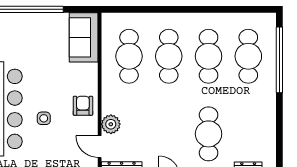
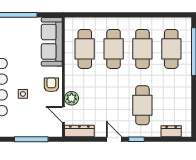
sofa: (84, 37) -> (52, 42), width x1.36

